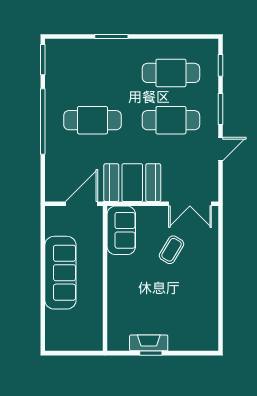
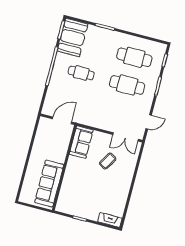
cafe table: (92, 120) -> (81, 73), width x0.73, depth x0.74
door: (221, 149) -> (149, 122), moved
booth: (132, 183) -> (73, 38), moved, turned 90
sofa: (60, 273) -> (49, 183), moved, turned 180
fireplace: (149, 343) -> (110, 220), moved

